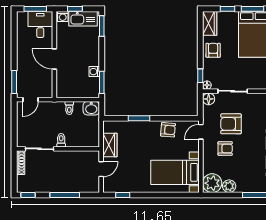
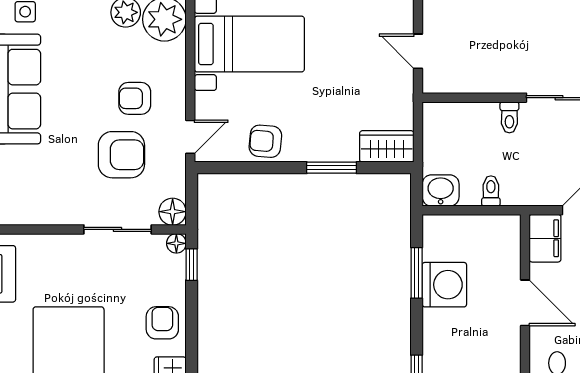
armchair: (213, 50) -> (162, 323), turned 180
washing machine: (94, 72) -> (444, 285), width x1.89, depth x1.89
window: (102, 82) -> (417, 273), moved
filing cabinet: (46, 87) -> (545, 238), added
wardrobe: (110, 145) -> (387, 146), moved, turned 90
door: (101, 169) -> (418, 51), hinge flipped

